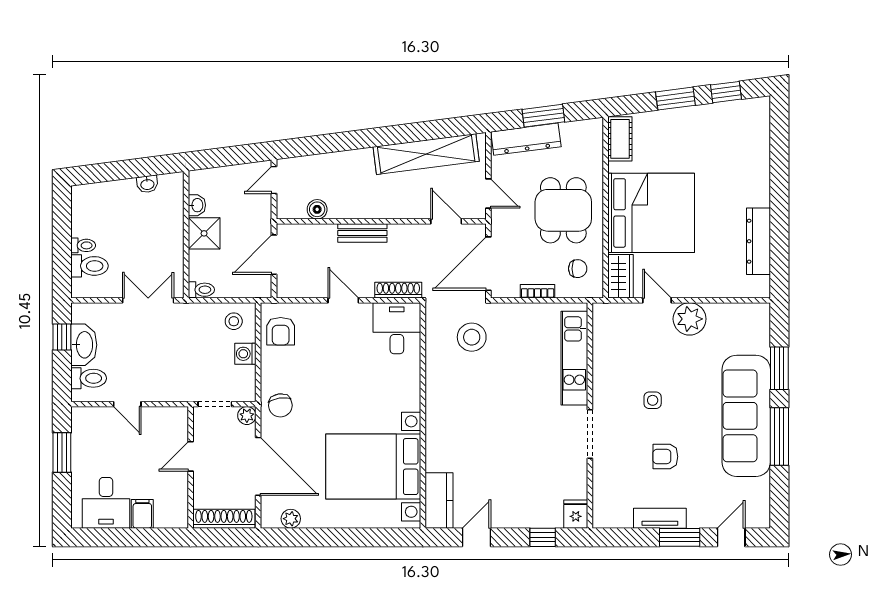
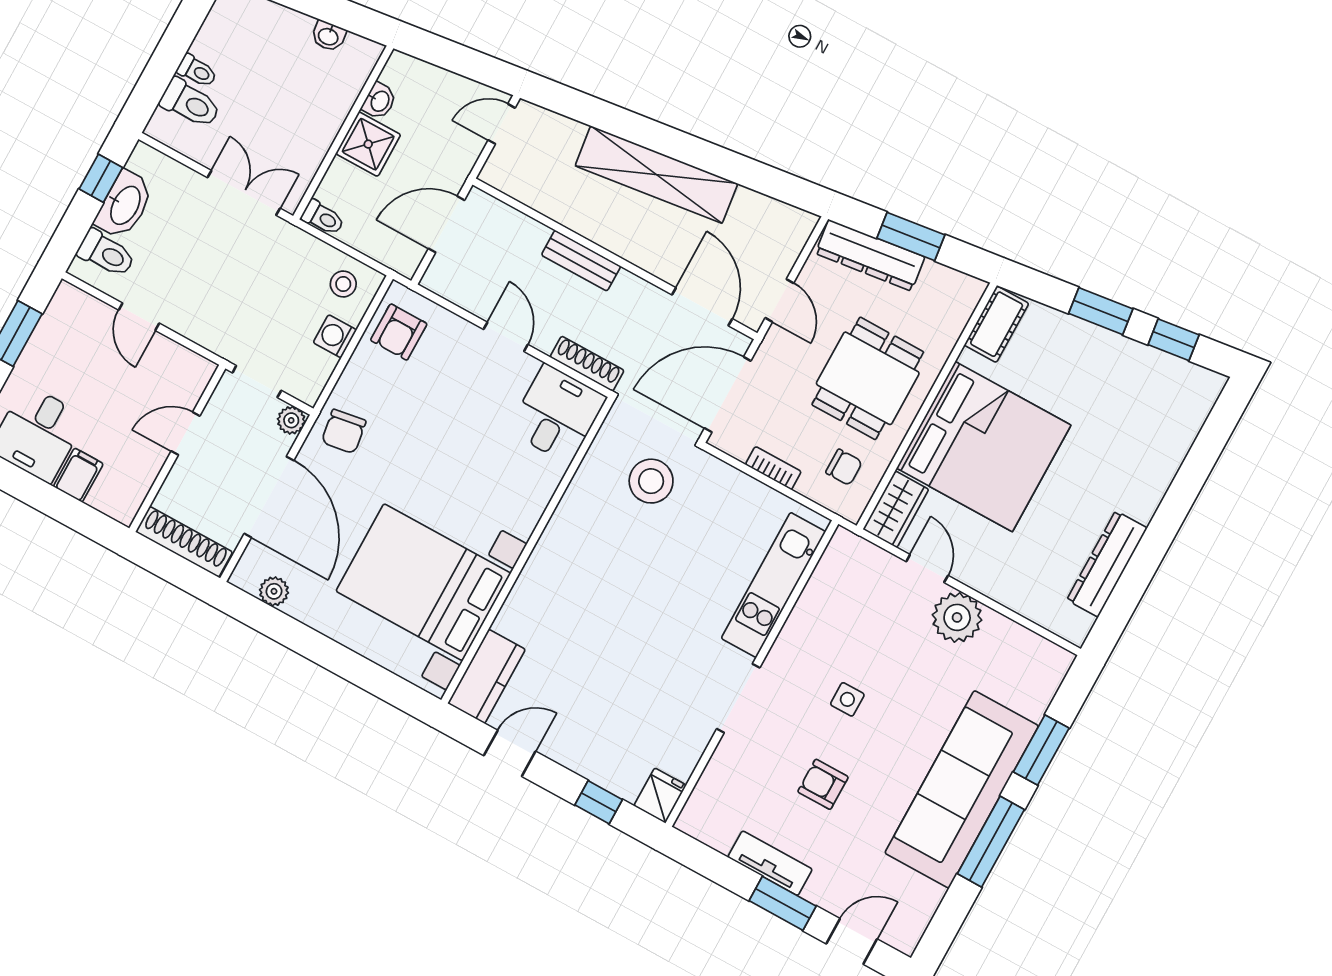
shelving: (426, 154) -> (656, 175), moved
boiler: (317, 209) -> (538, 195), removed
door: (446, 221) -> (702, 307), width x1.38

